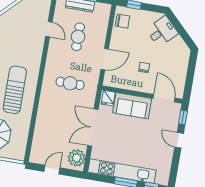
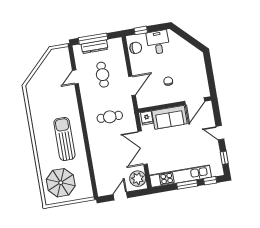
door: (49, 29) -> (75, 77), swing flipped
desk: (162, 31) -> (158, 42), moved, turned -45
door: (164, 98) -> (195, 101), swing flipped
window: (183, 118) -> (224, 158), moved

